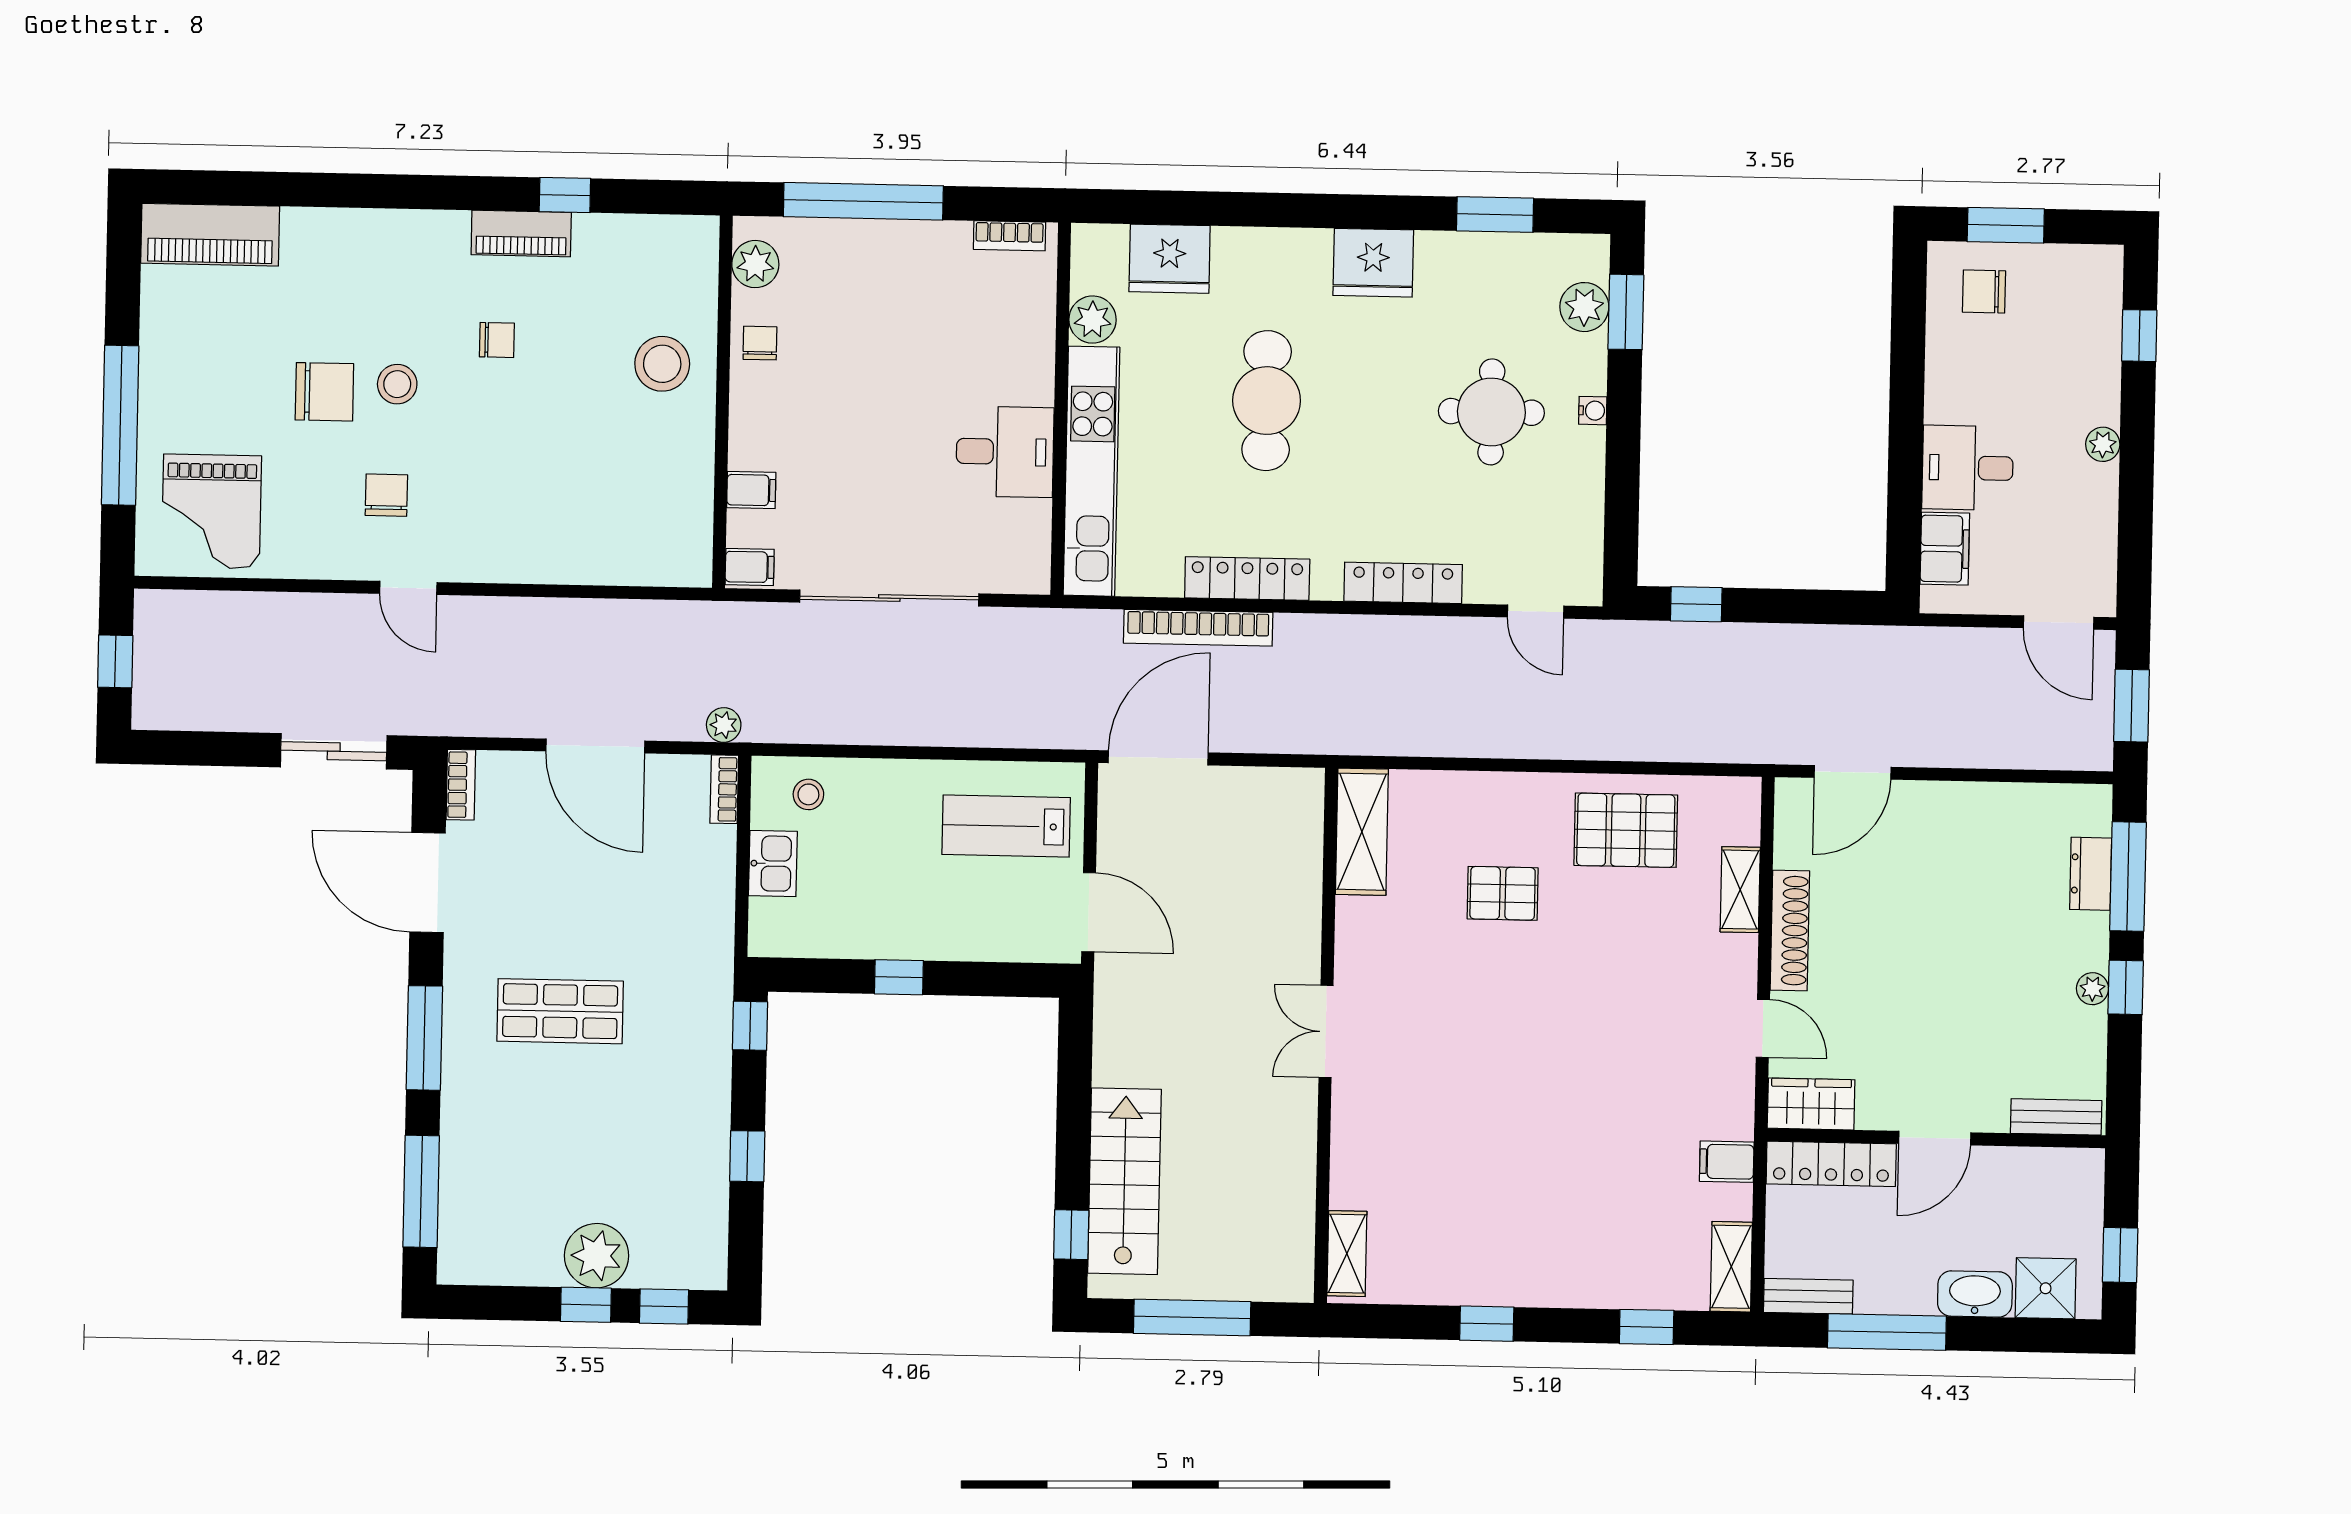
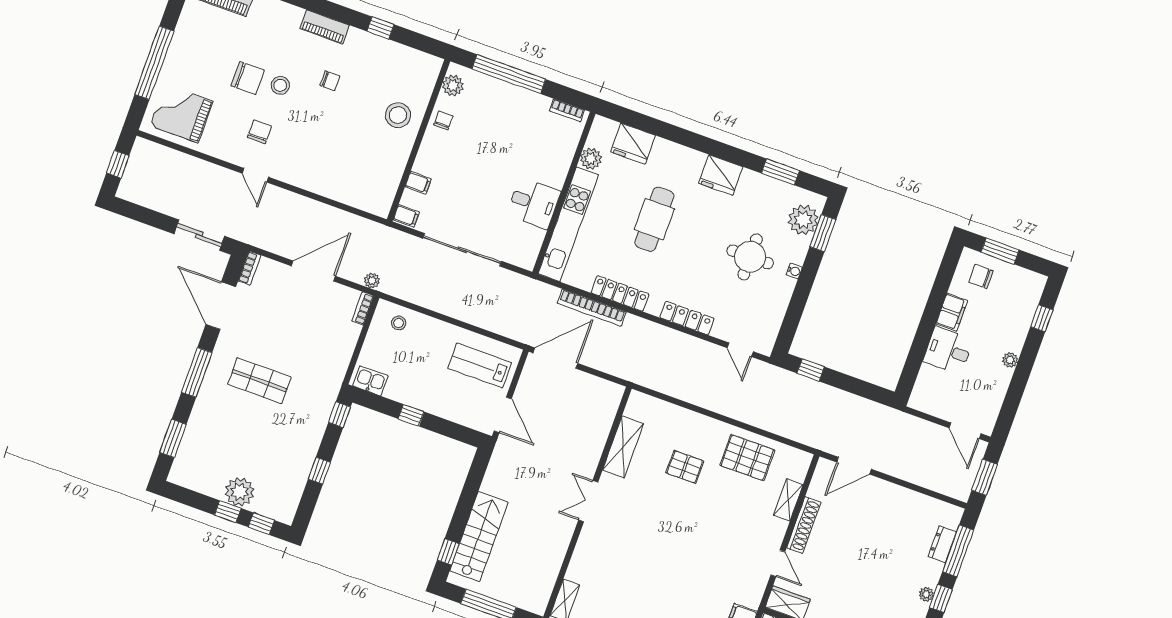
piano: (521, 233) -> (325, 27), moved
plant: (1584, 307) -> (803, 220), width x1.36, depth x1.36
grand piano: (212, 511) -> (181, 113), turned 90
filing cabinet: (1945, 549) -> (952, 312), moved
door: (595, 746) -> (313, 271), swing flipped
shelving: (1362, 832) -> (623, 447), moved
kitchen sink: (773, 864) -> (370, 381), moved, turned -90
window: (421, 1191) -> (173, 438), width x0.69

